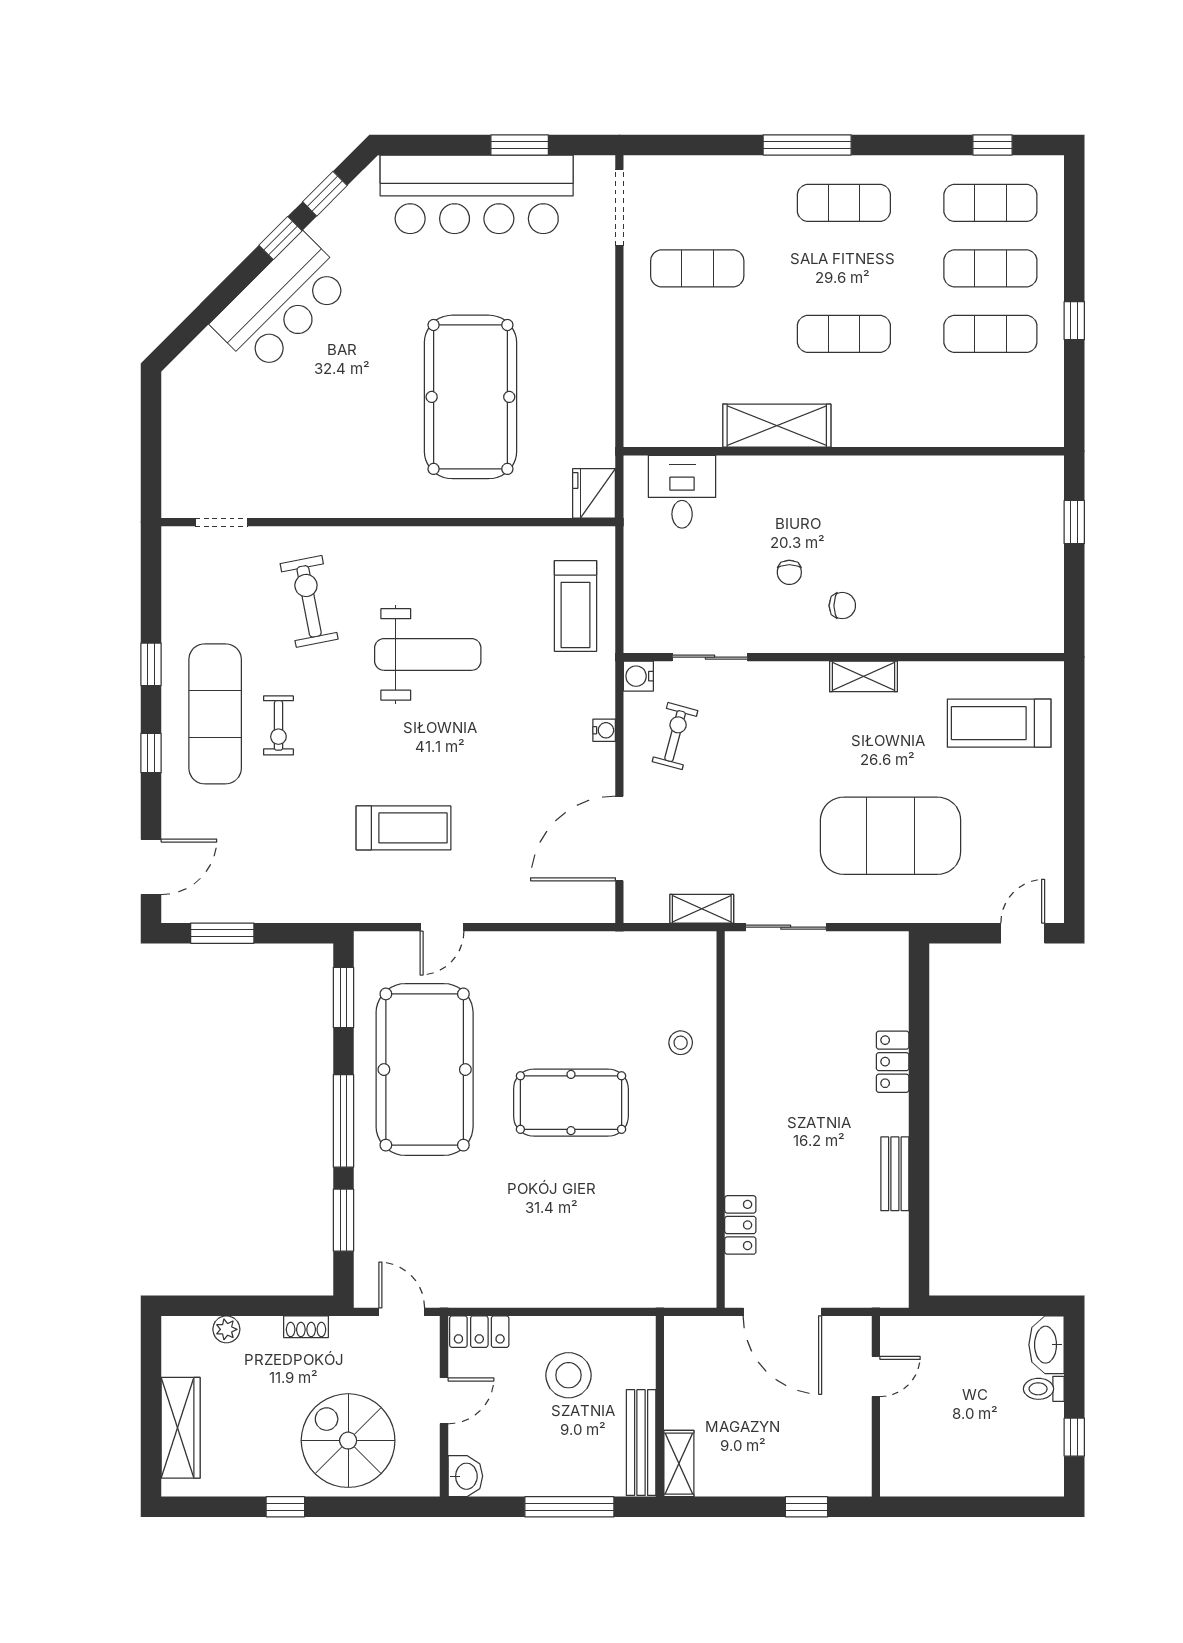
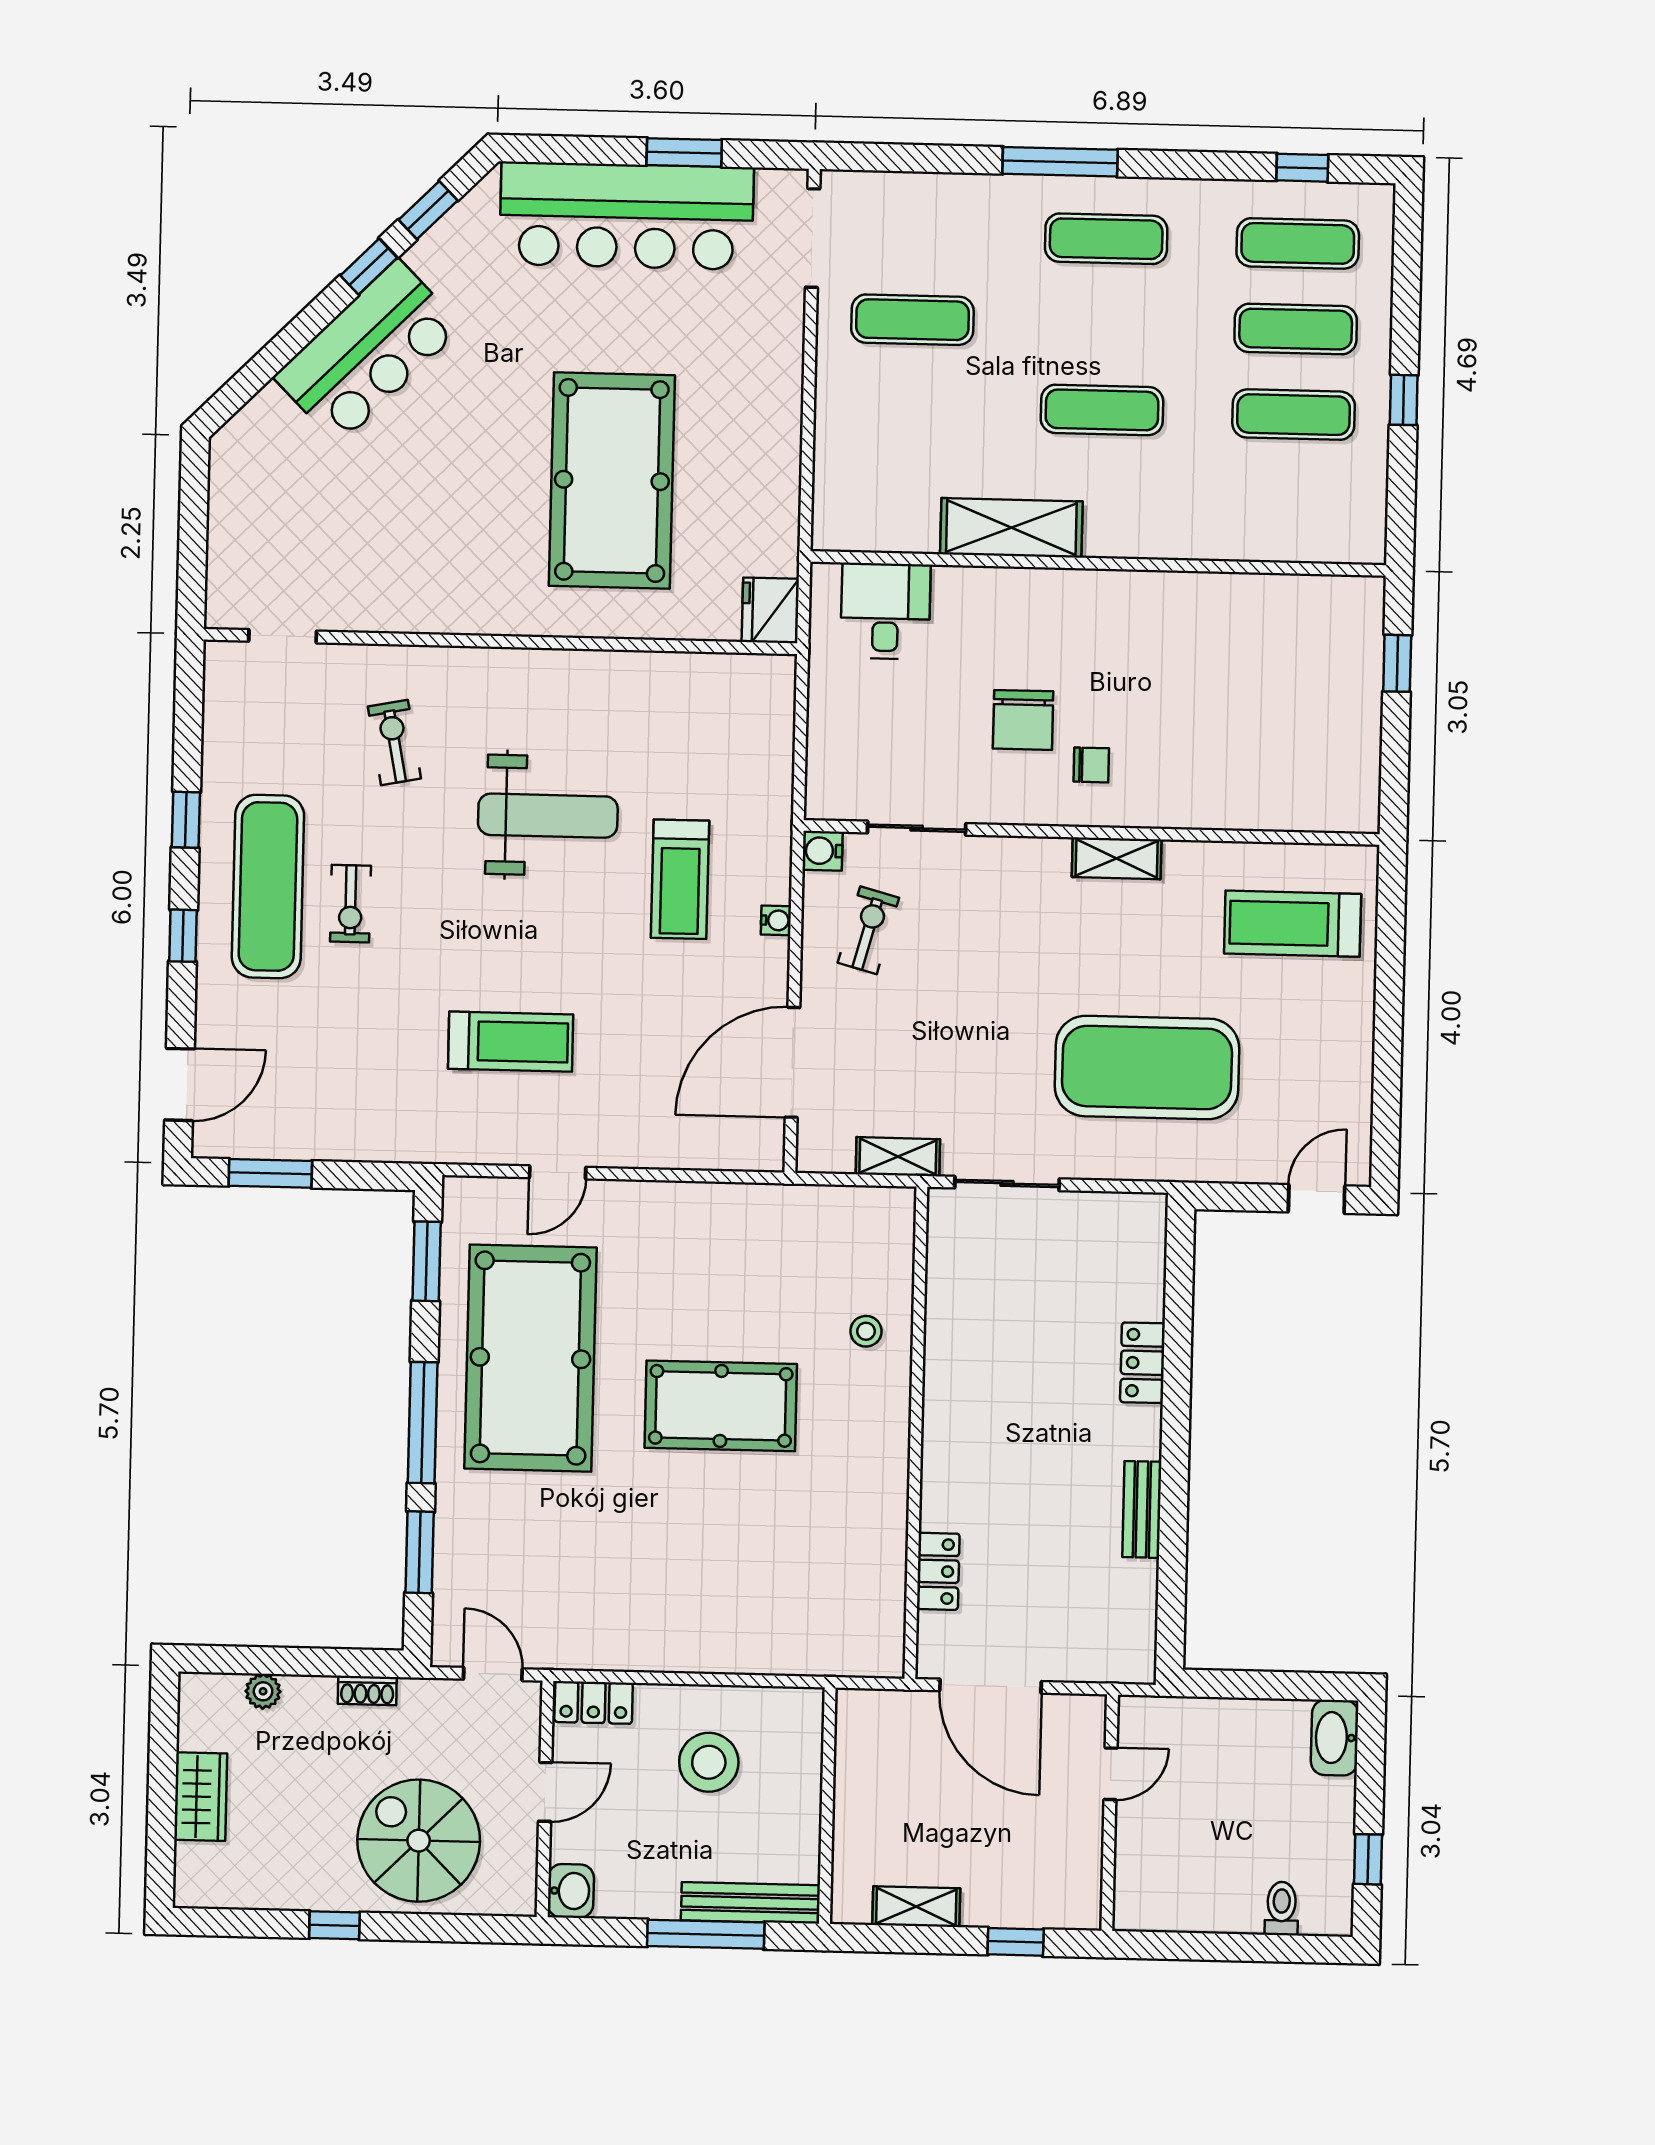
chair: (789, 572) -> (1023, 720), width x1.87, depth x1.87
exercise bike: (309, 601) -> (394, 742), width x0.73, depth x0.72
treadmill: (575, 606) -> (680, 879), moved
toilet: (1044, 1389) -> (1282, 1908), moved, turned 90
wardrobe: (181, 1428) -> (201, 1797), width x0.67
bench: (641, 1443) -> (751, 1903), moved, turned 90
shelving: (679, 1464) -> (916, 1907), moved, turned 90

